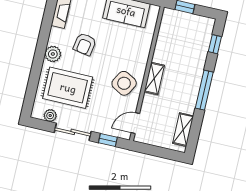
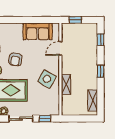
shelving: (154, 78) -> (66, 84), moved
window: (204, 90) -> (100, 71), width x0.46
door: (135, 123) -> (60, 48), moved

